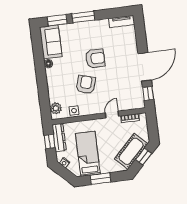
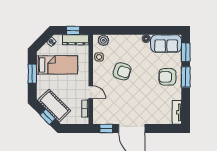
armchair: (95, 58) -> (167, 77), moved, turned 90

